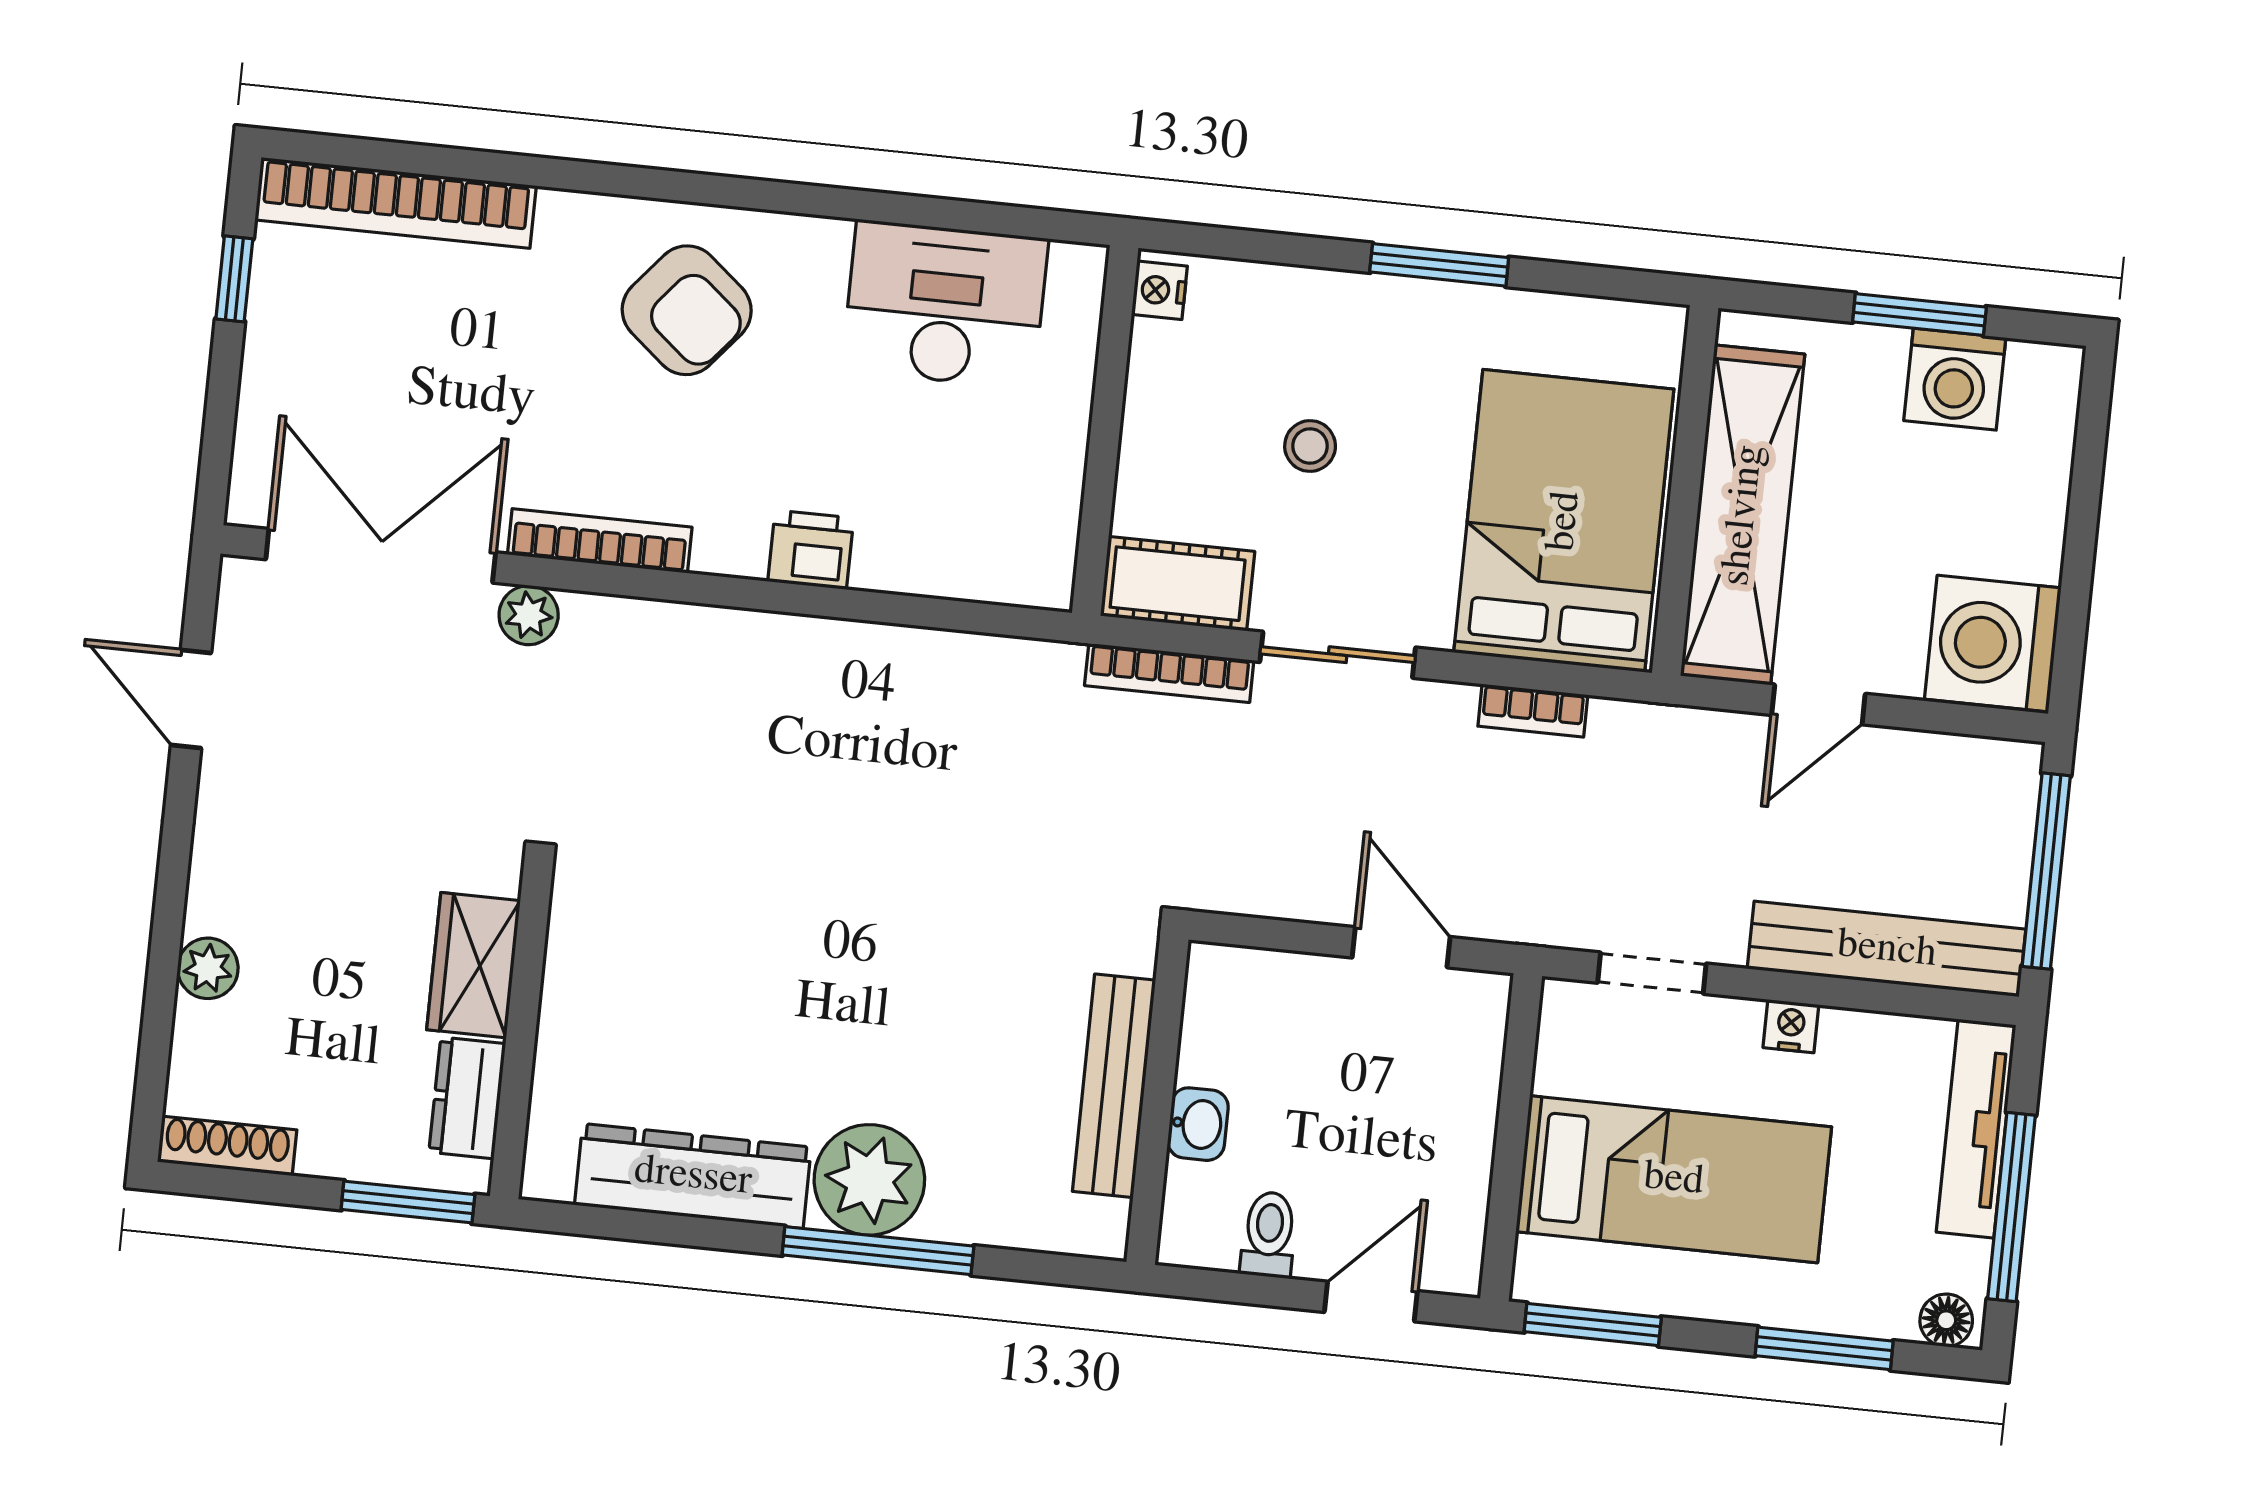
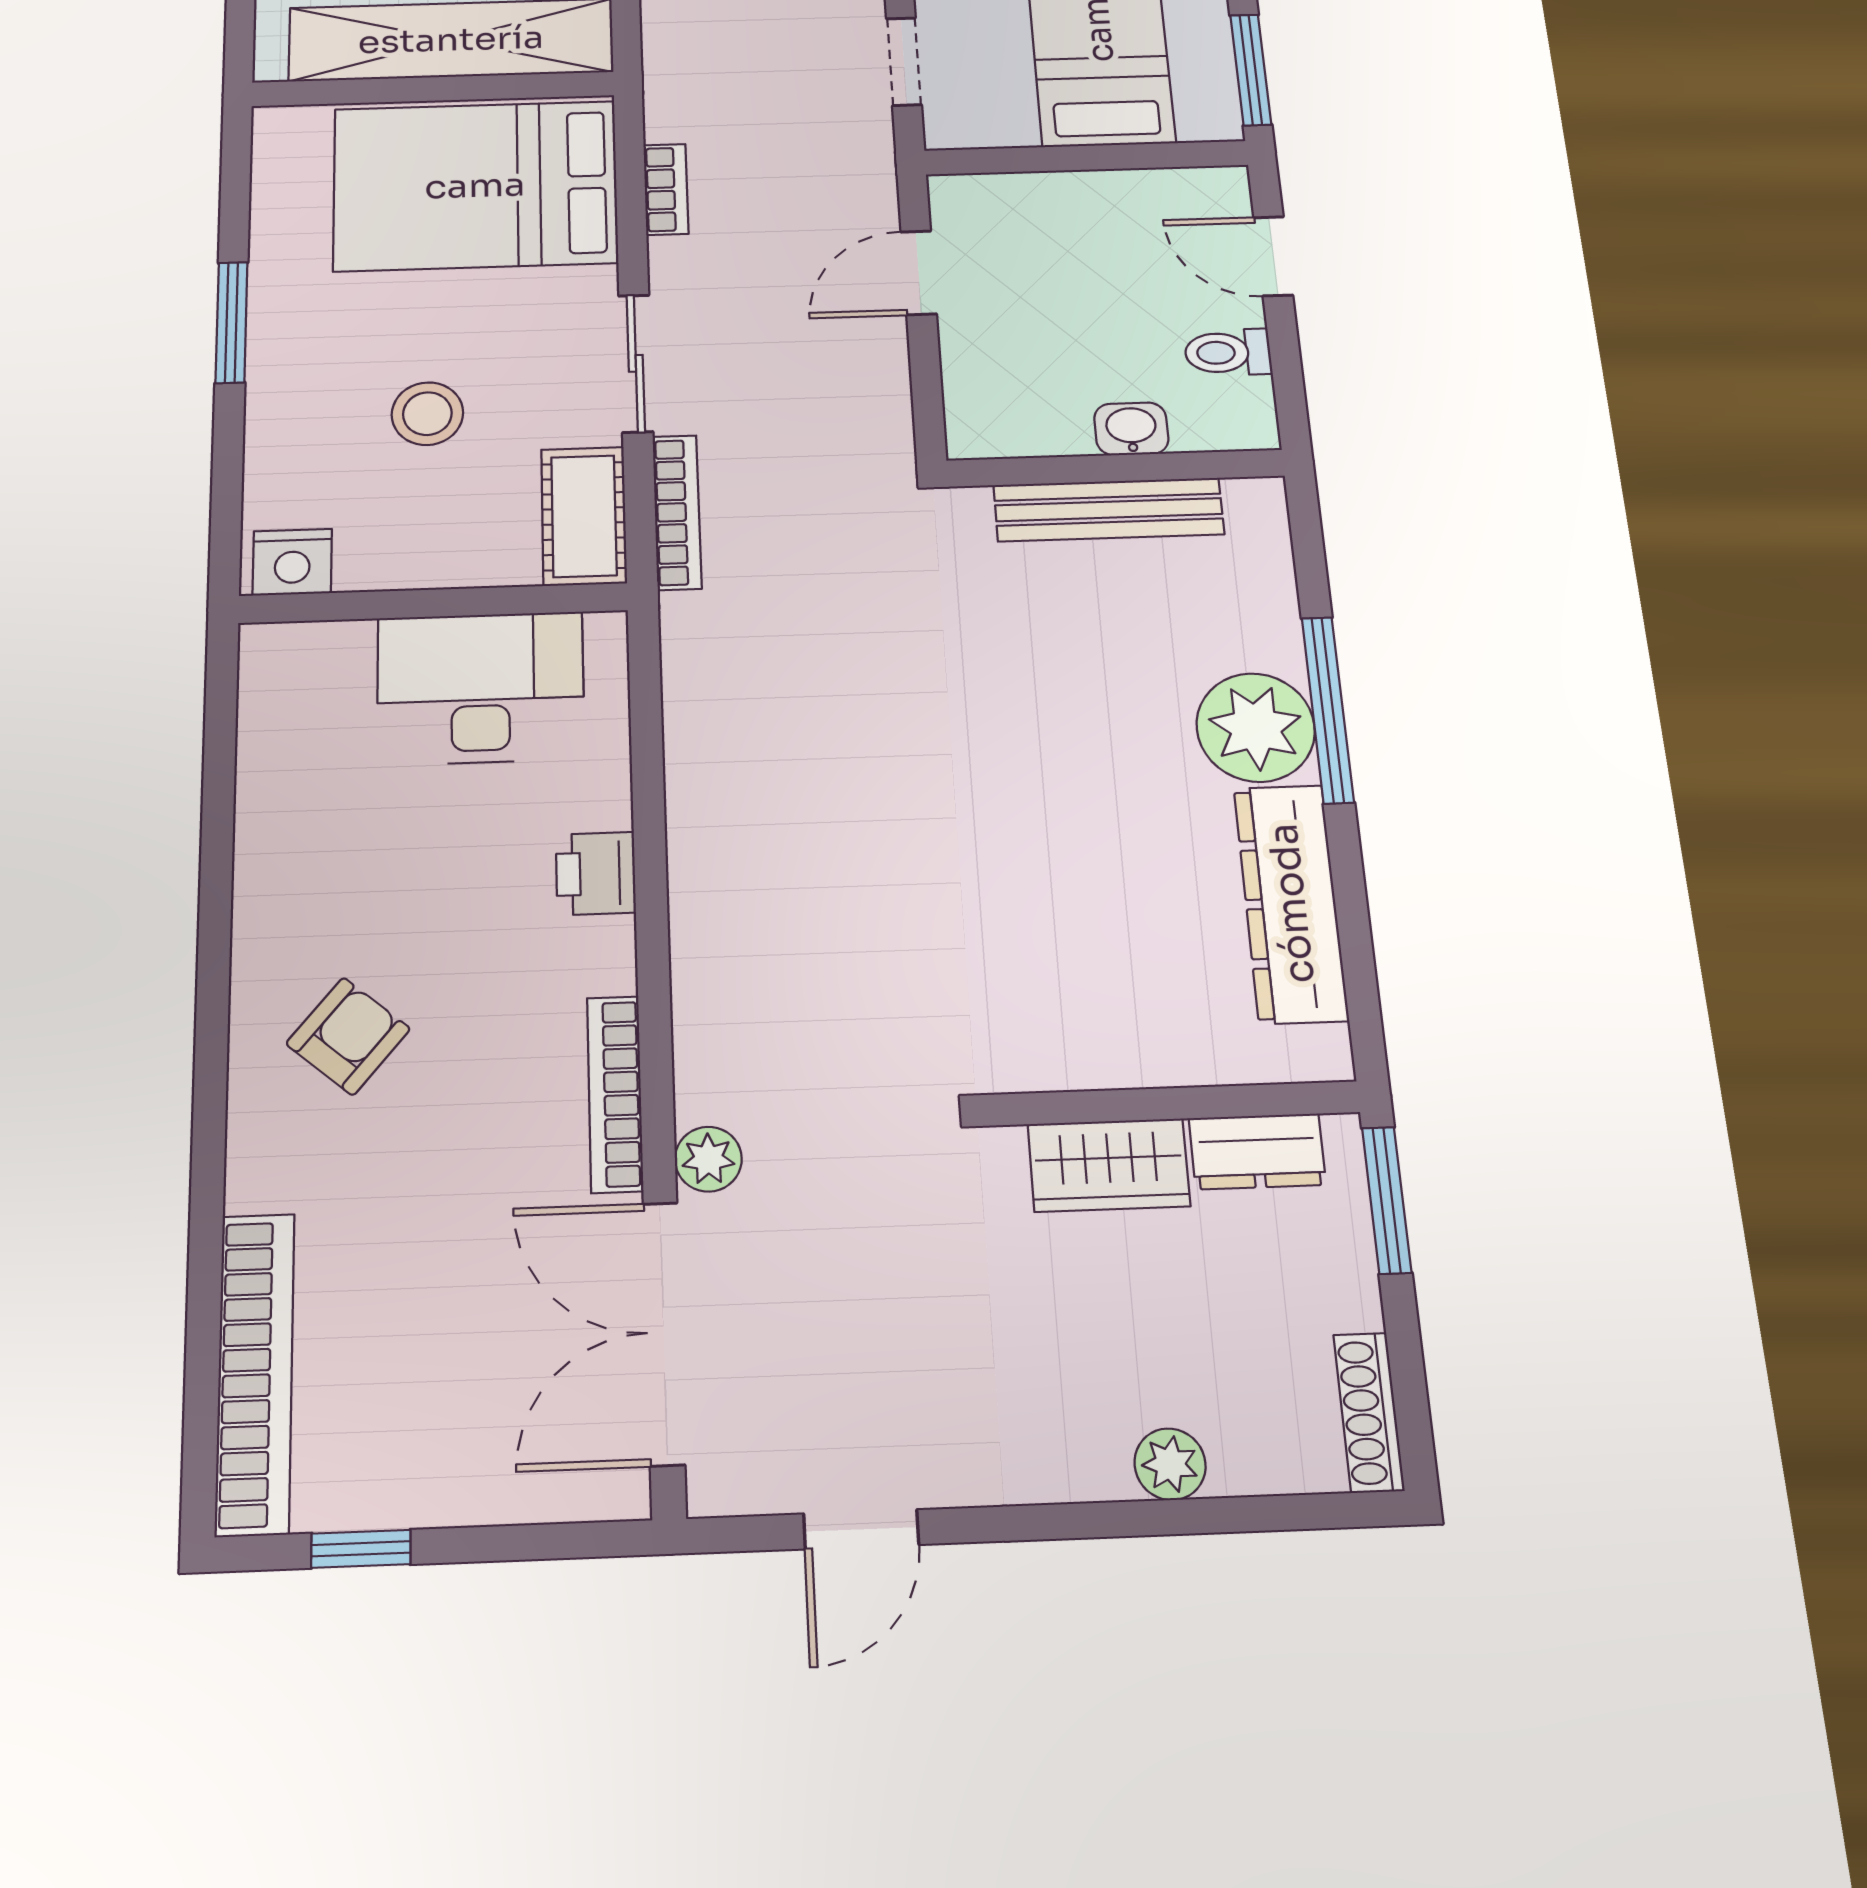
nightstand: (1159, 290) -> (292, 562), width x1.39, depth x1.35
desk: (945, 304) -> (480, 688), moved, turned 90
armchair: (687, 310) -> (348, 1036), width x0.72, depth x0.72
stool: (1310, 446) -> (427, 414), width x1.37, depth x1.37

